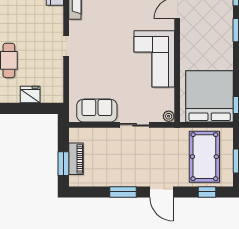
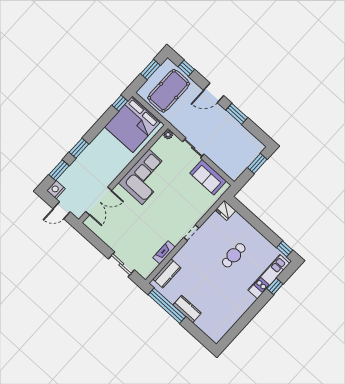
fridge: (30, 95) -> (225, 210), moved
piano: (76, 159) -> (247, 159), removed
door: (162, 192) -> (214, 93), swing flipped

